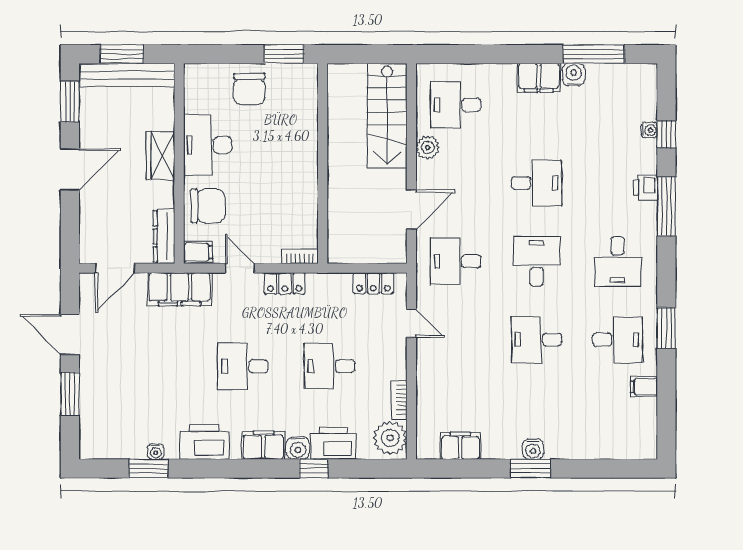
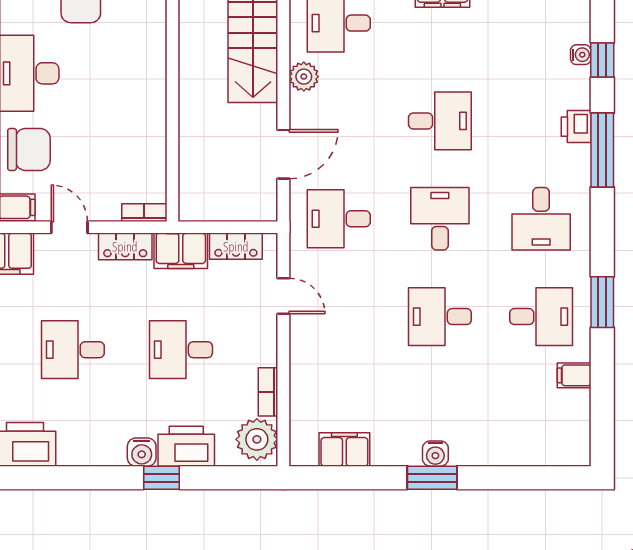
filing cabinet: (263, 445) -> (181, 251), moved, turned 180

